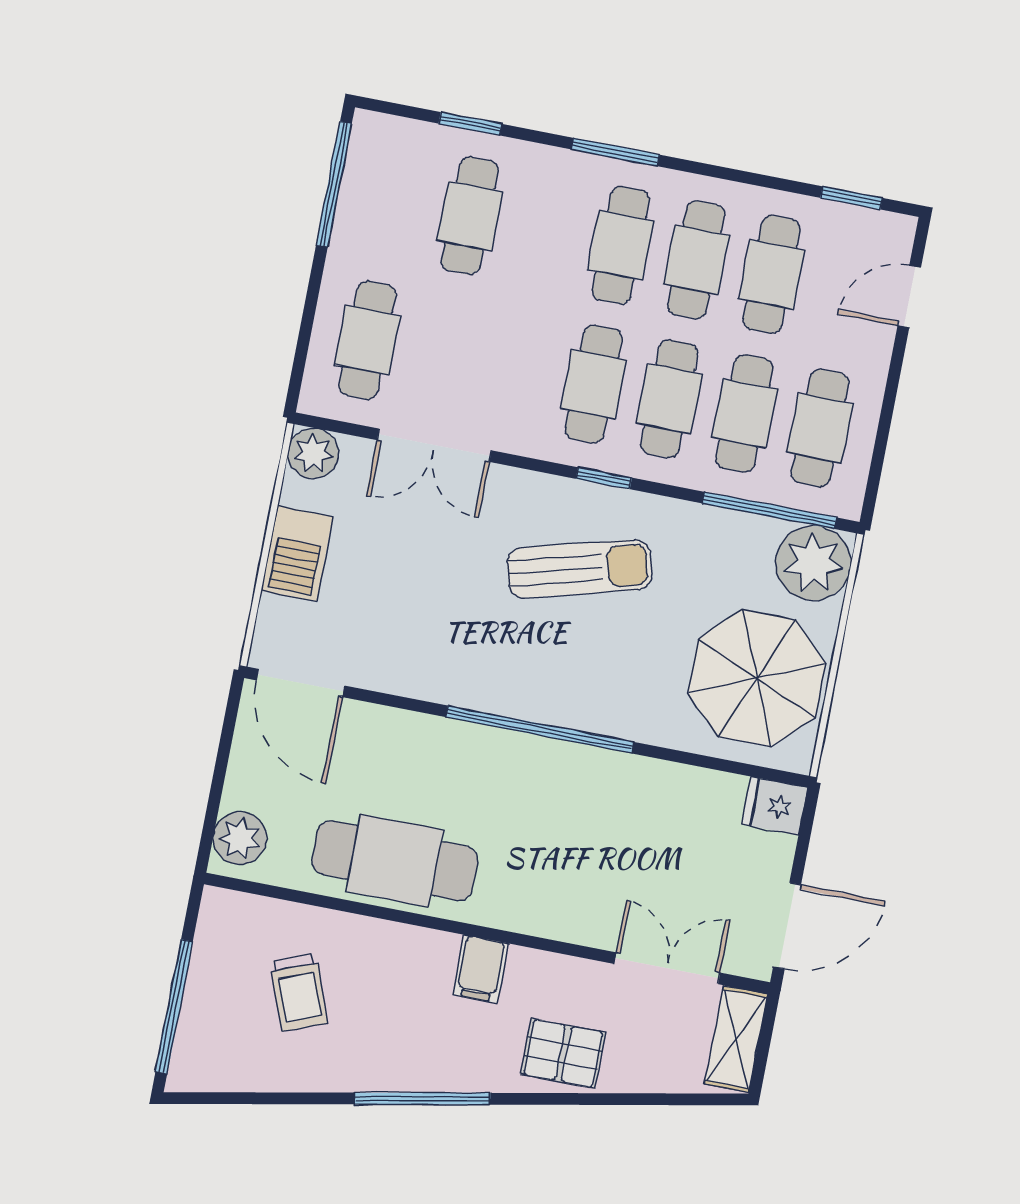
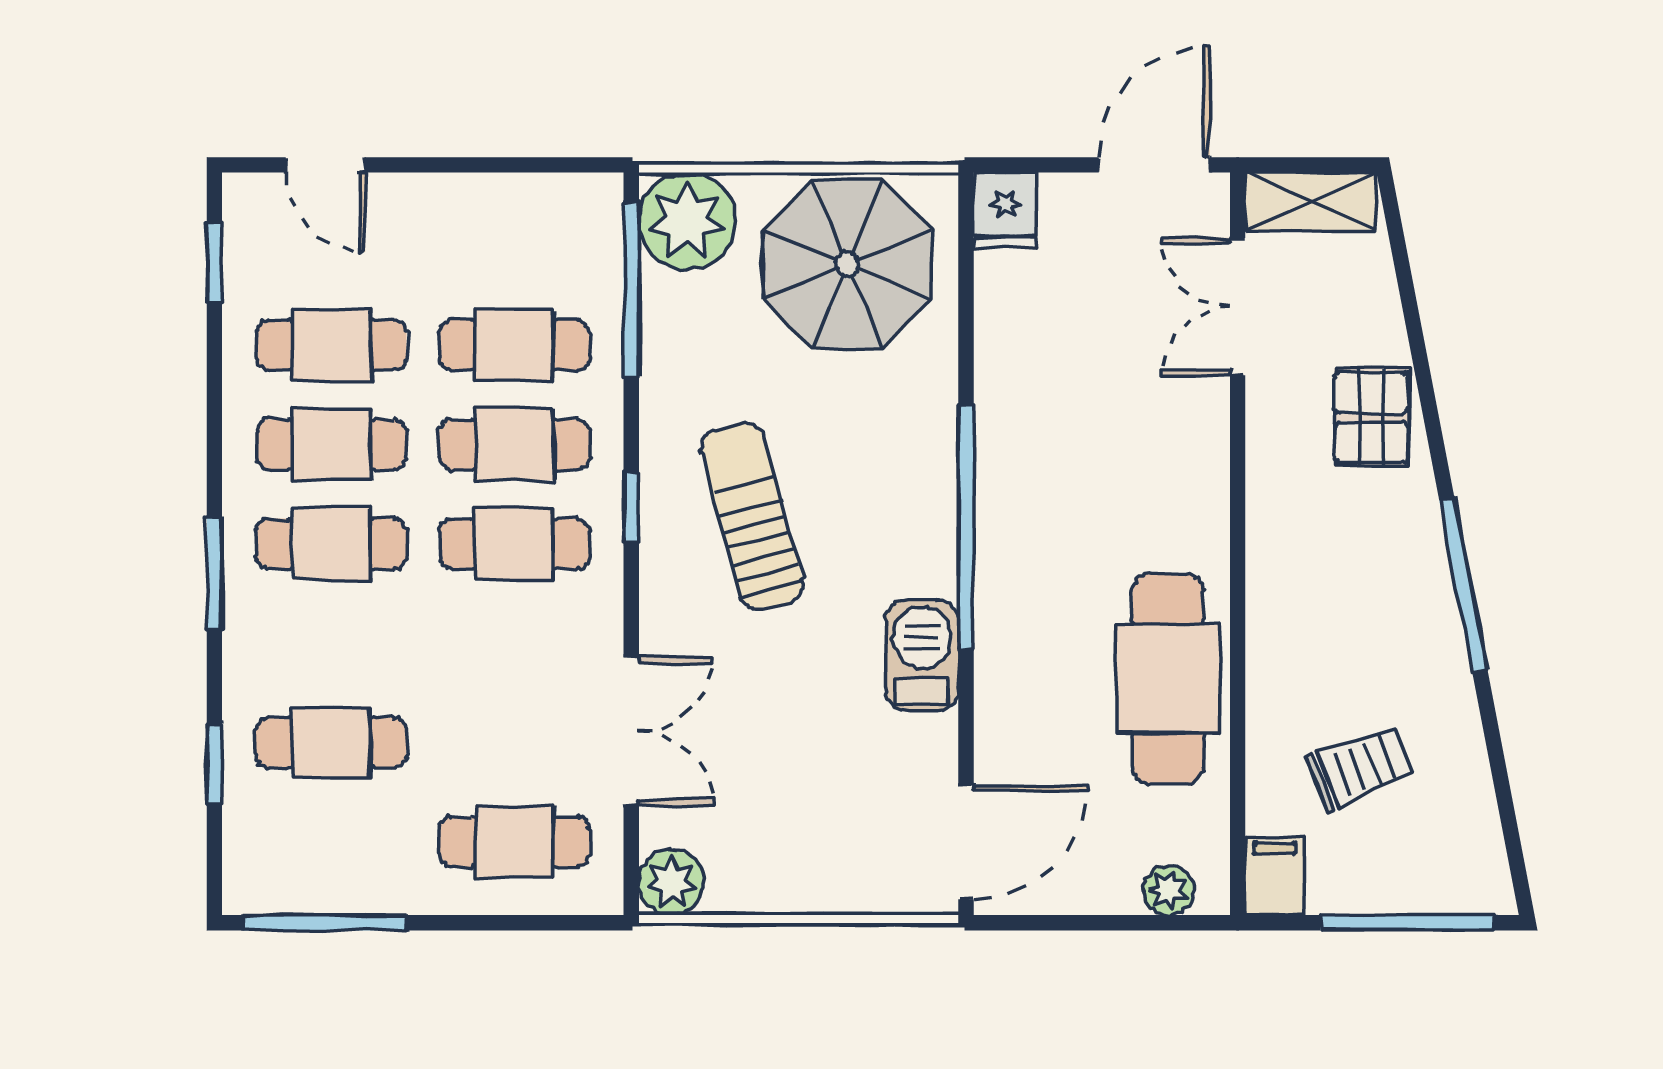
cafe table: (820, 428) -> (514, 246), removed
barbecue: (297, 554) -> (922, 655), moved, turned -90
plant: (240, 838) -> (1169, 890), width x0.73, depth x0.73
door: (787, 926) -> (1154, 165), hinge flipped
filing cabinet: (481, 969) -> (1275, 876), moved, turned -90

